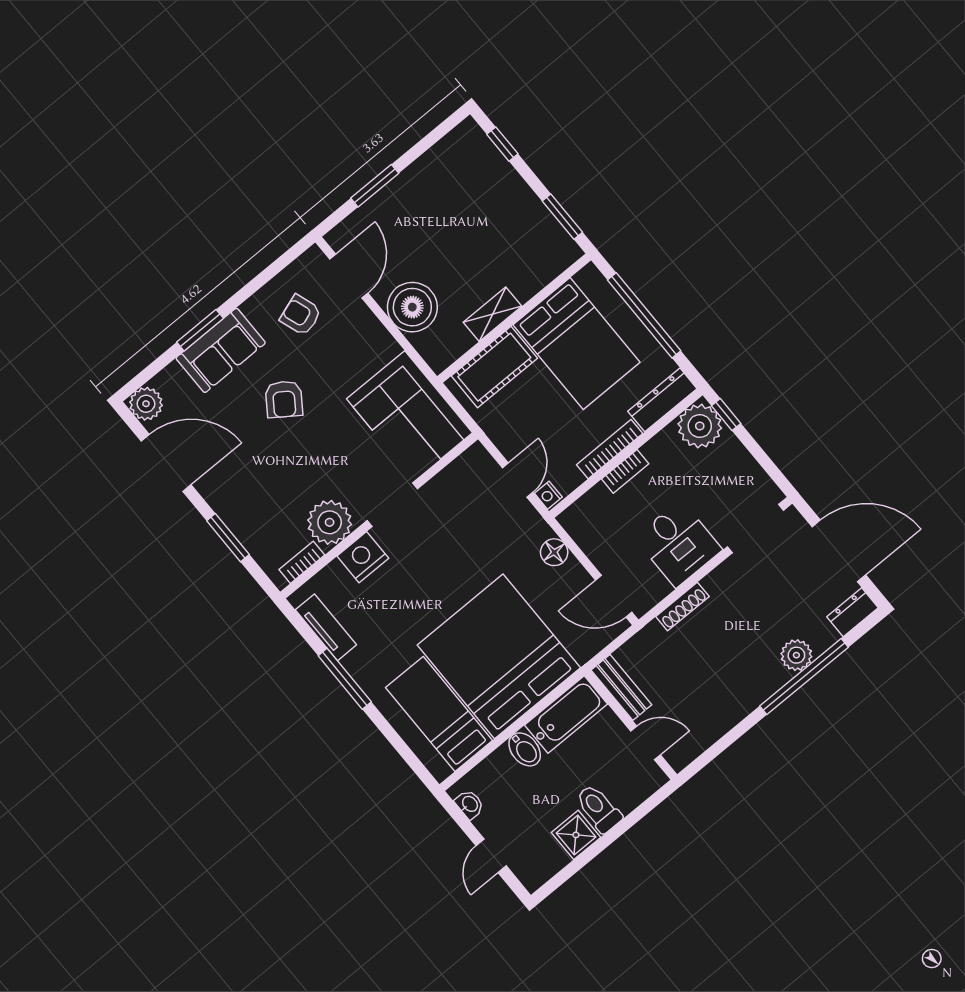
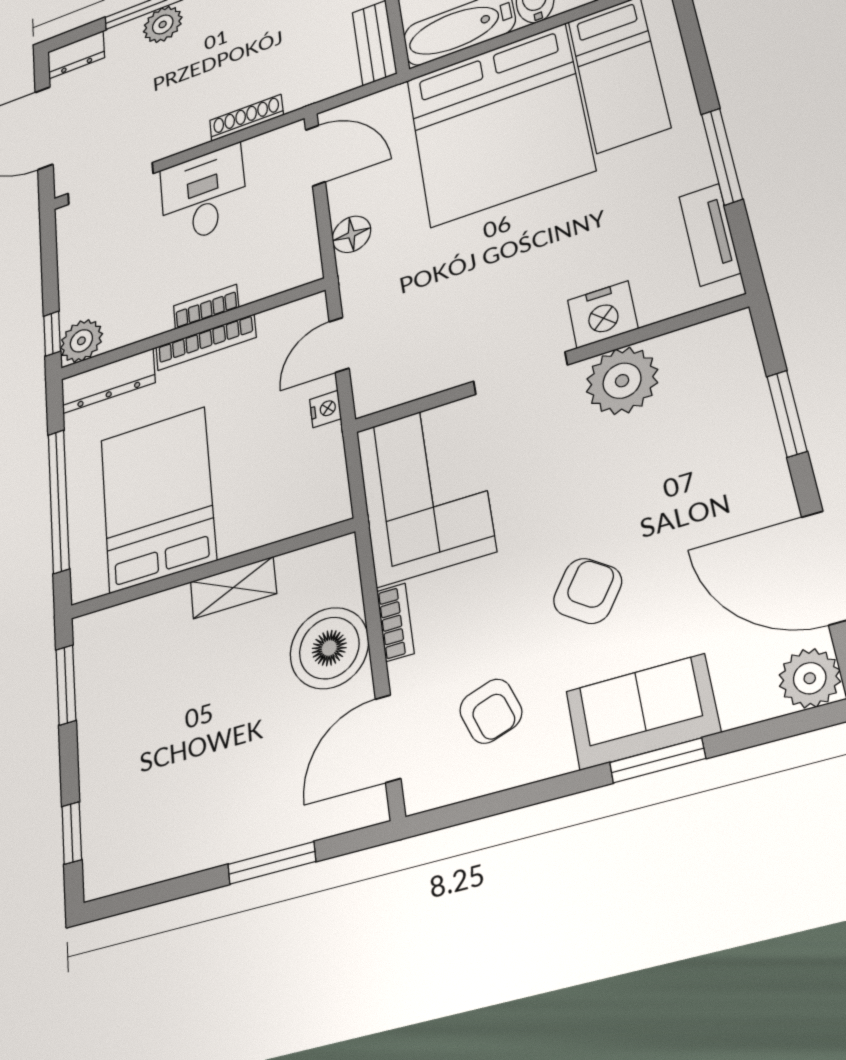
cot: (494, 367) -> (276, 512), removed
plant: (700, 426) -> (81, 341), width x0.73, depth x0.73
nightstand: (548, 495) -> (326, 409), moved
bookcase: (302, 562) -> (395, 622), moved, turned -90

